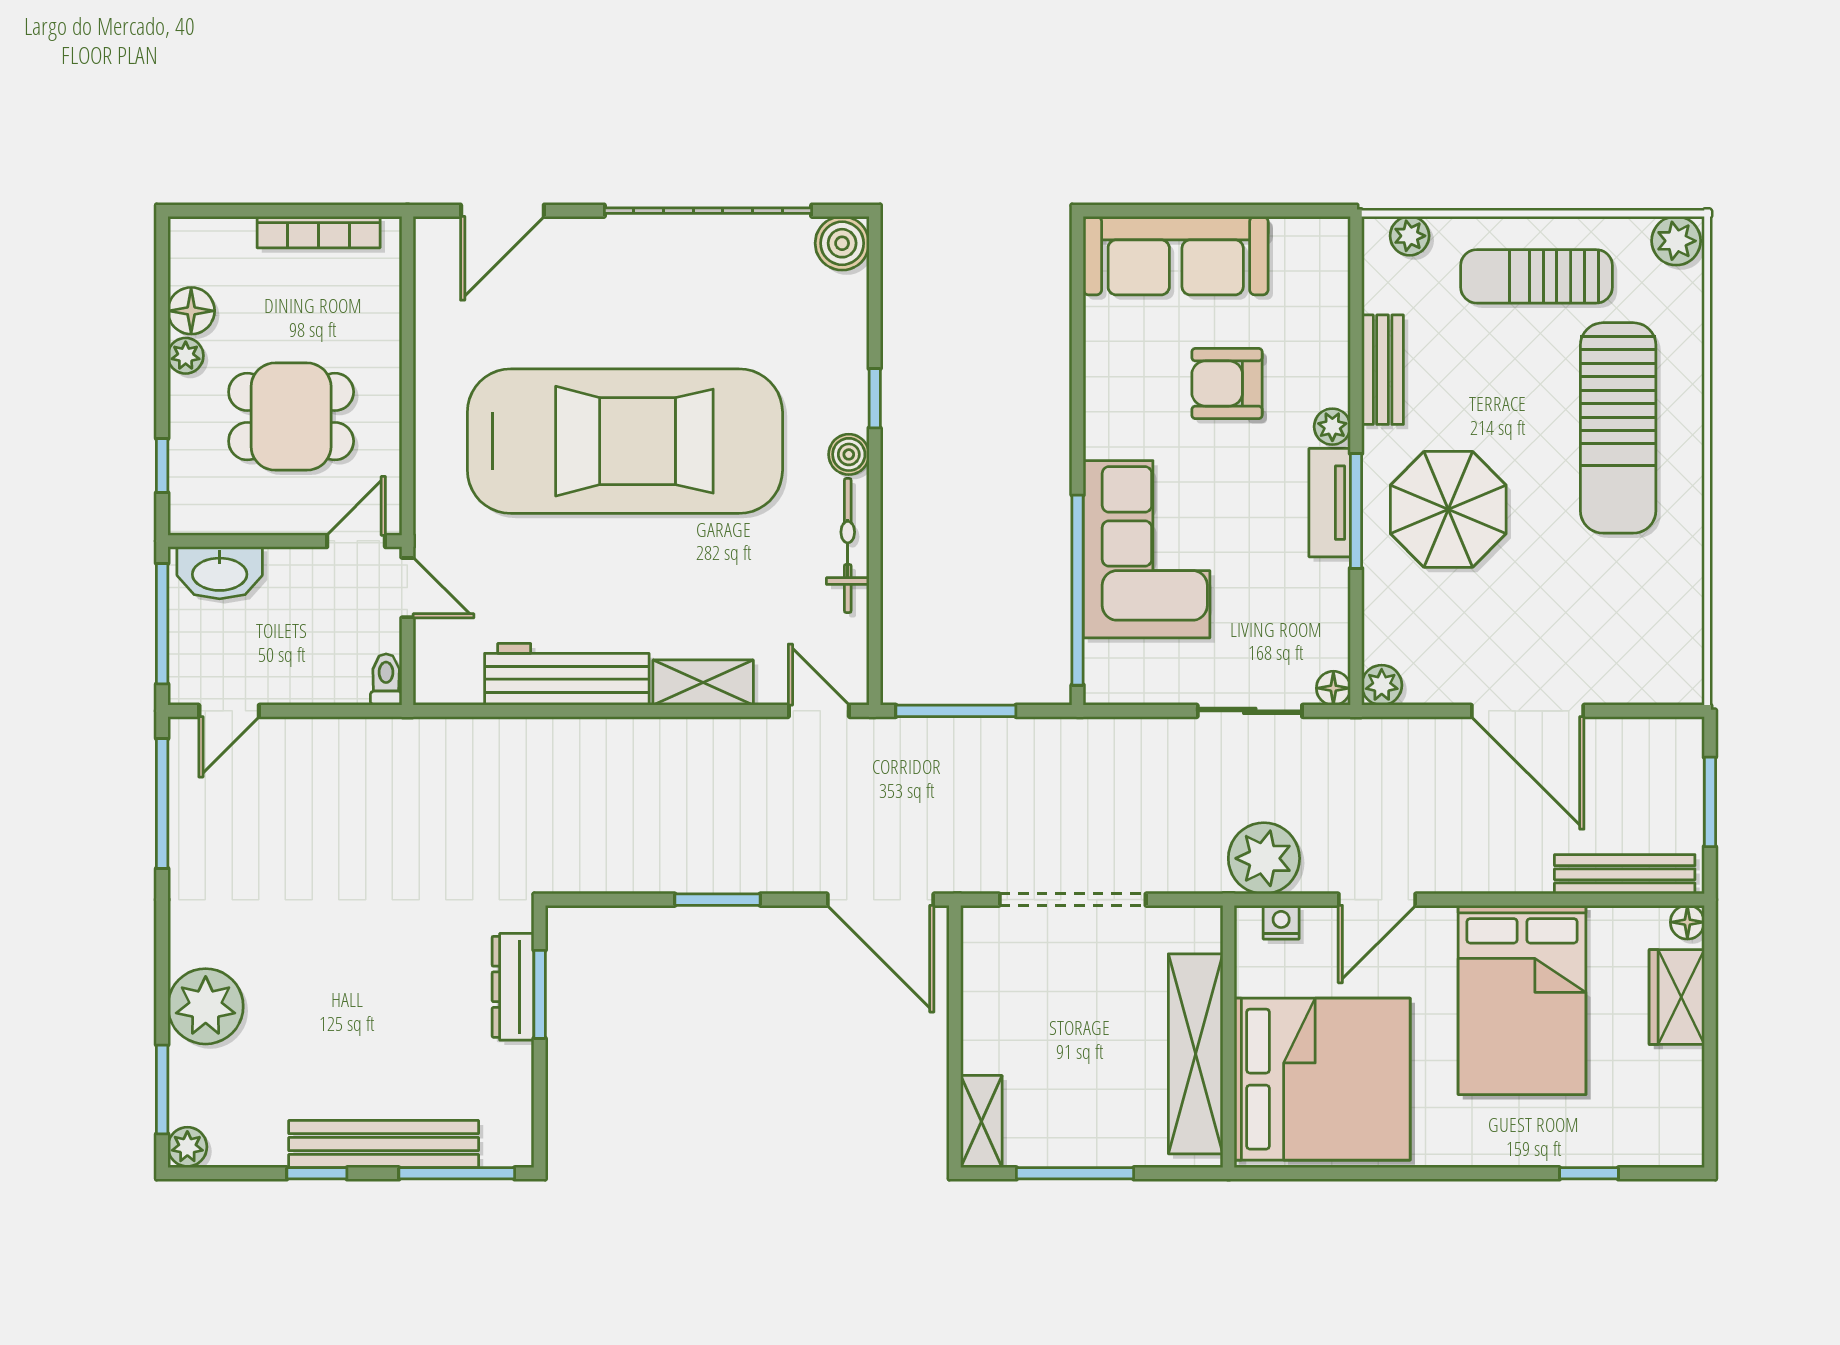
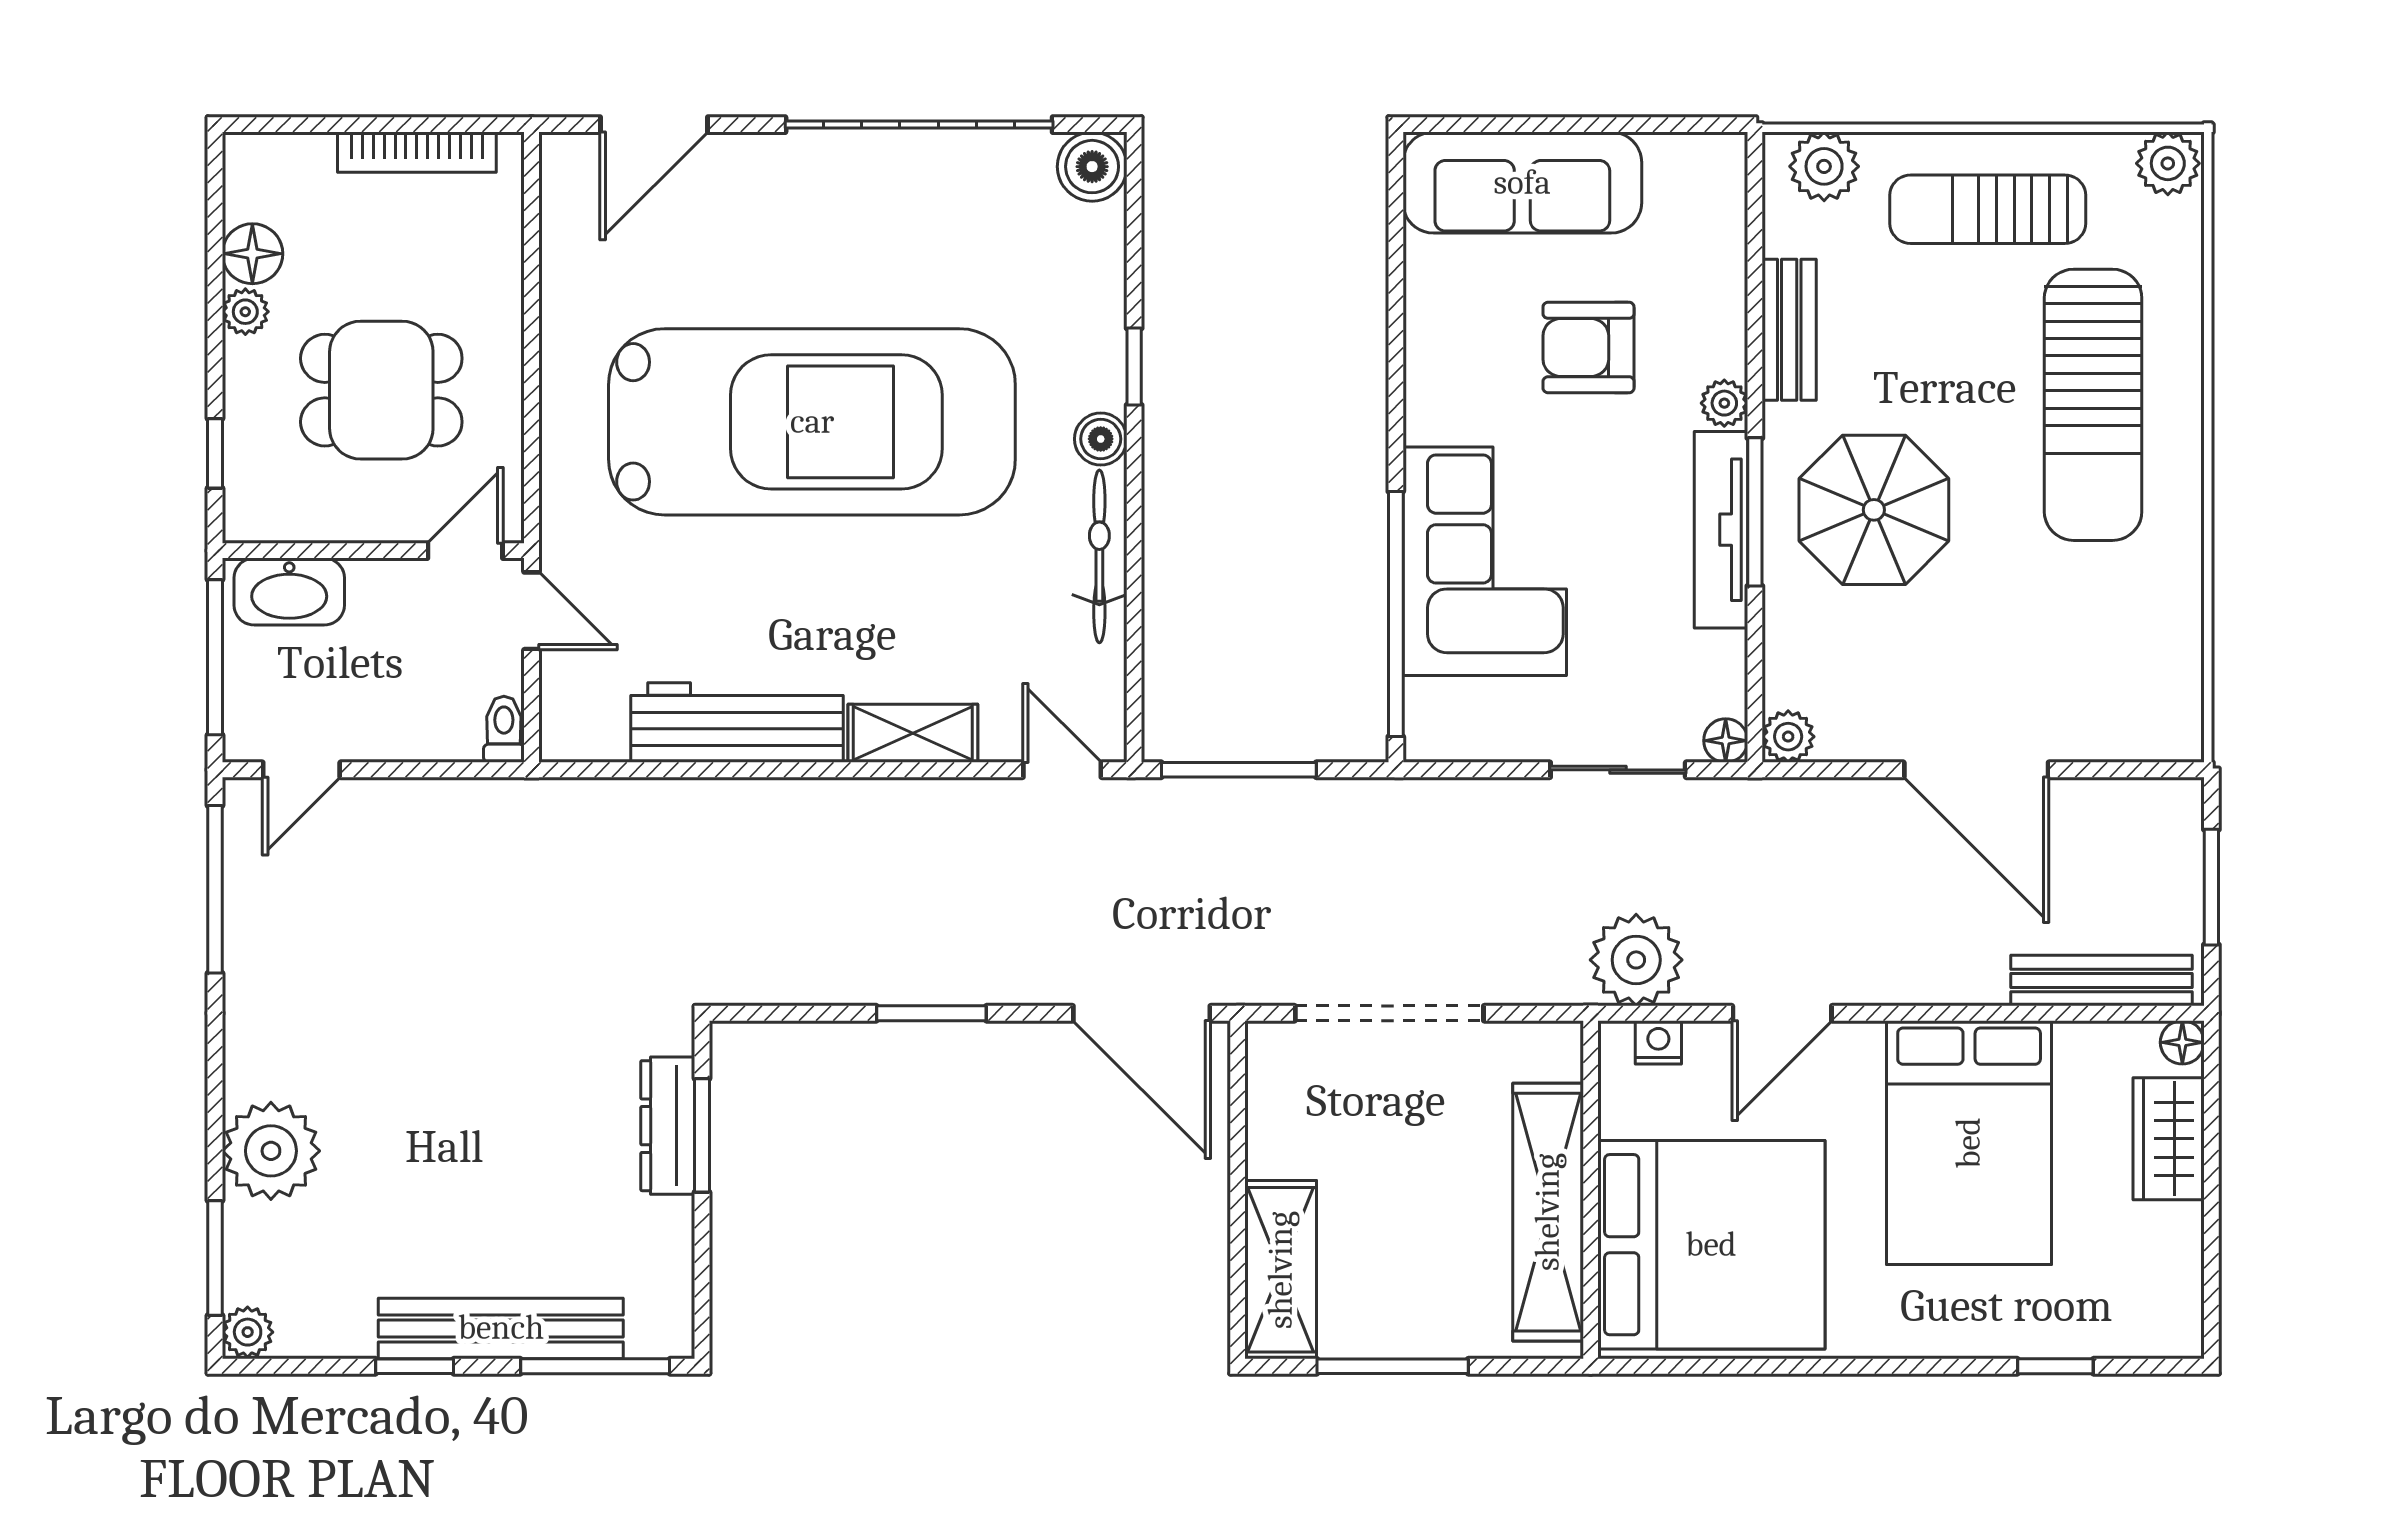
plant: (1410, 236) -> (1824, 166), width x1.38, depth x1.38
tv unit: (1330, 503) -> (1721, 530), width x1.41
shelving: (981, 1122) -> (1281, 1270), width x1.50, depth x1.33

